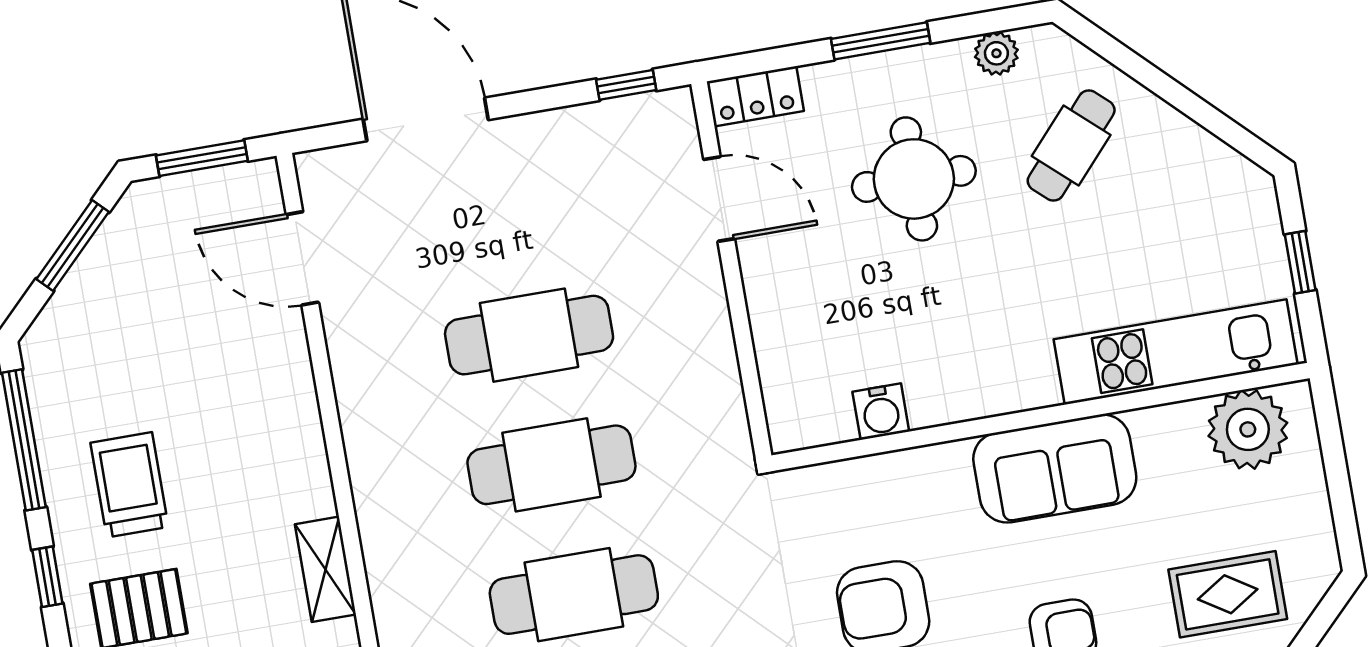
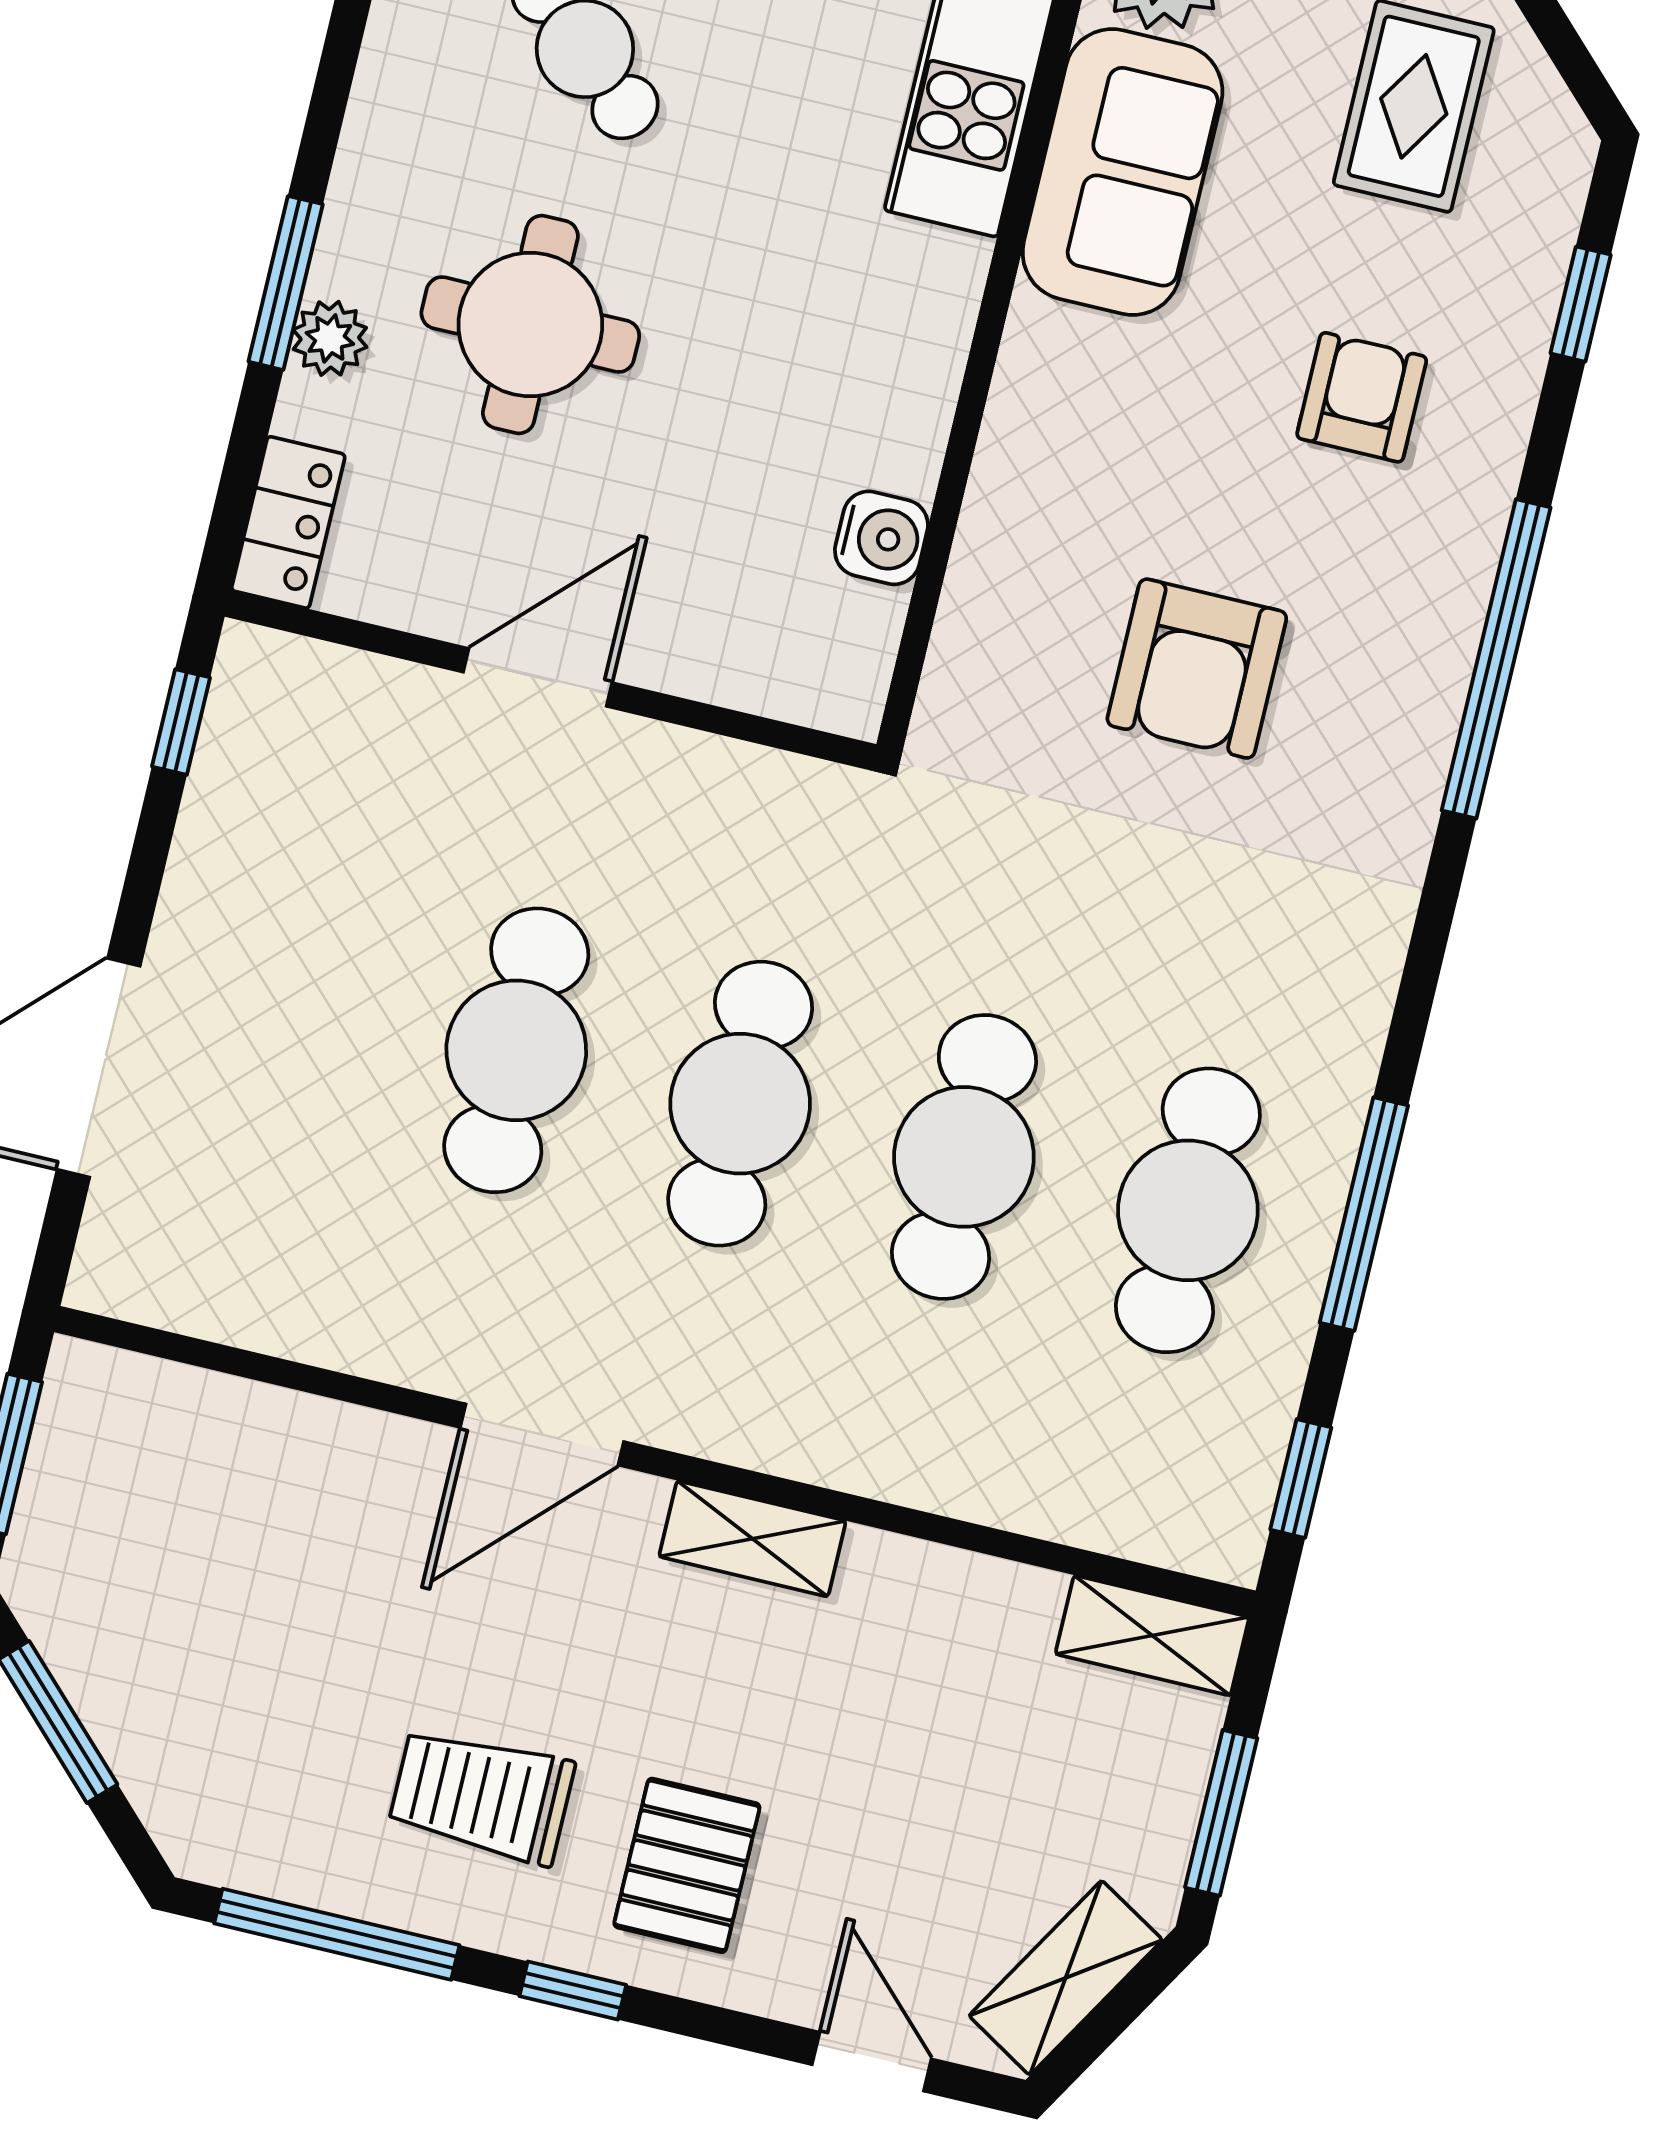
plant: (996, 53) -> (330, 338), moved
door: (719, 199) -> (538, 677), moved
door: (302, 258) -> (542, 1434), moved
sofa: (1055, 469) -> (1123, 172), moved

